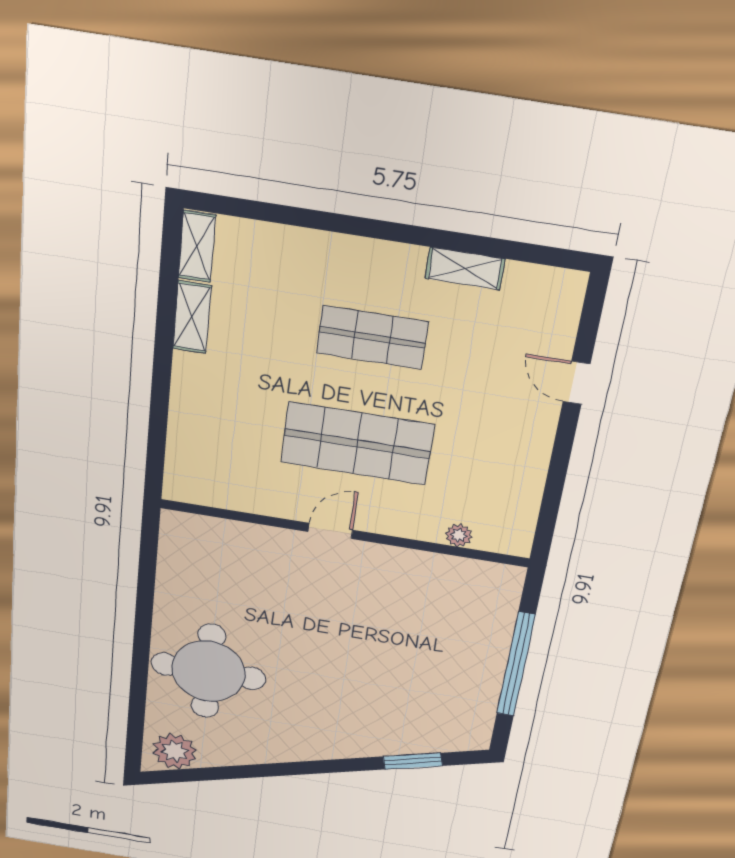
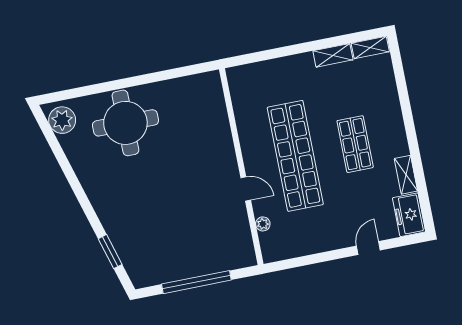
freezer: (544, 290) -> (409, 215), added
shop shelf: (357, 443) -> (295, 156), width x1.40
door: (330, 531) -> (246, 189), moved

